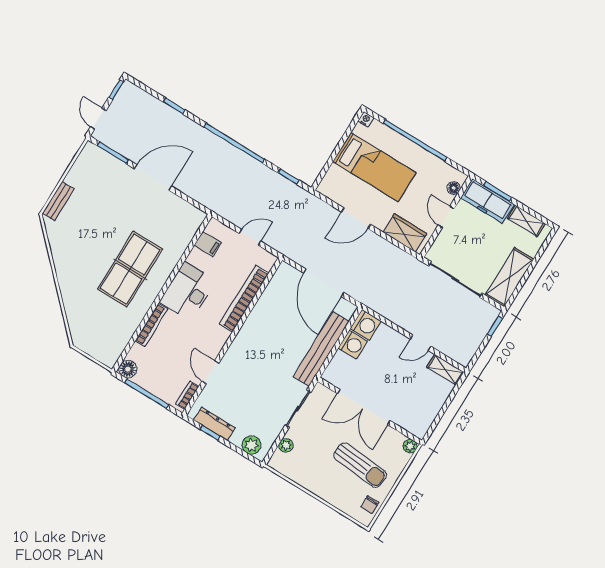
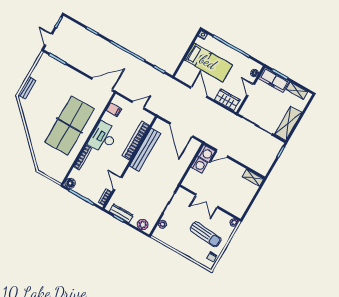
door: (153, 177) -> (102, 84), moved
door: (356, 218) -> (199, 92), swing flipped
table tennis table: (130, 269) -> (70, 126), width x1.36, depth x1.32
door: (421, 343) -> (222, 153), moved
bench: (321, 349) -> (145, 150), moved
double door: (364, 407) -> (207, 201), width x0.73

